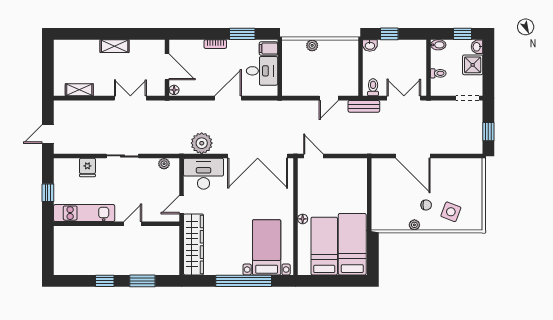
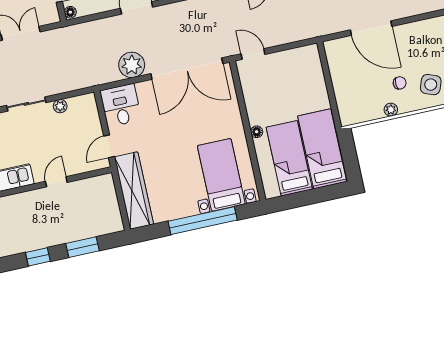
plant: (202, 143) -> (132, 65), moved
plant: (164, 164) -> (60, 106), moved
desk: (204, 174) -> (121, 105), width x0.73

